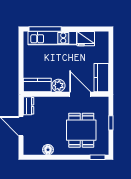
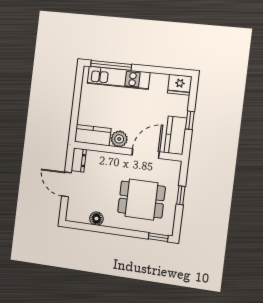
fridge: (86, 39) -> (180, 85), moved
window: (111, 65) -> (190, 120), added
door: (80, 94) -> (146, 153), hinge flipped
dining table: (81, 130) -> (141, 200), turned 90

